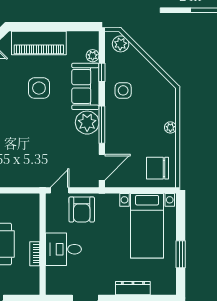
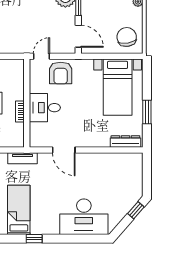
door: (102, 167) -> (78, 36), hinge flipped
chair: (157, 168) -> (127, 37), turned 82
dresser: (133, 288) -> (125, 142), moved

